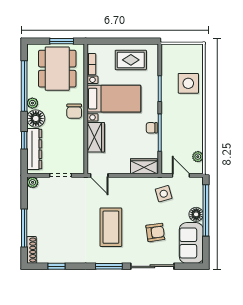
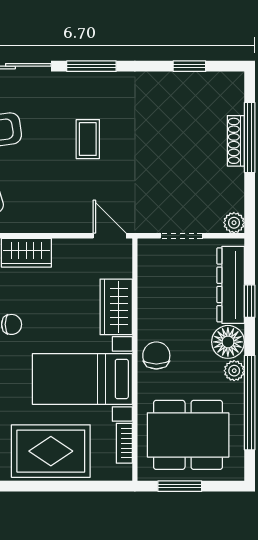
rug: (131, 60) -> (51, 451), width x1.36, depth x1.43
dining table: (57, 69) -> (188, 435), turned 90
coffee table: (111, 227) -> (88, 139), width x0.54, depth x0.58
shoe rack: (32, 250) -> (236, 141), moved

